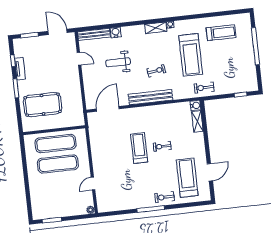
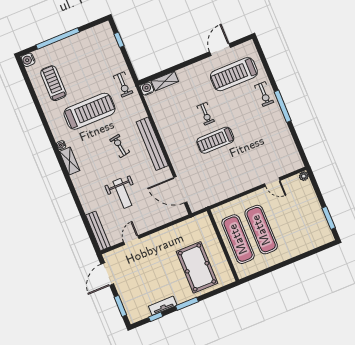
water cooler: (116, 32) -> (28, 60), moved
door: (210, 172) -> (220, 50), hinge flipped

